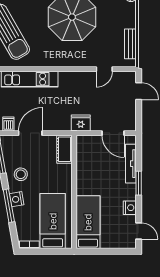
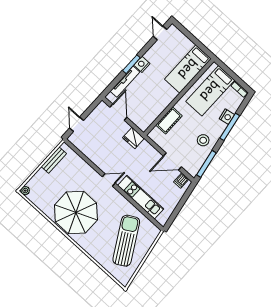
door: (104, 69) -> (109, 180), moved
cot: (64, 149) -> (169, 120), moved
nightstand: (17, 199) -> (227, 117), moved
nightstand: (130, 208) -> (142, 64), moved

